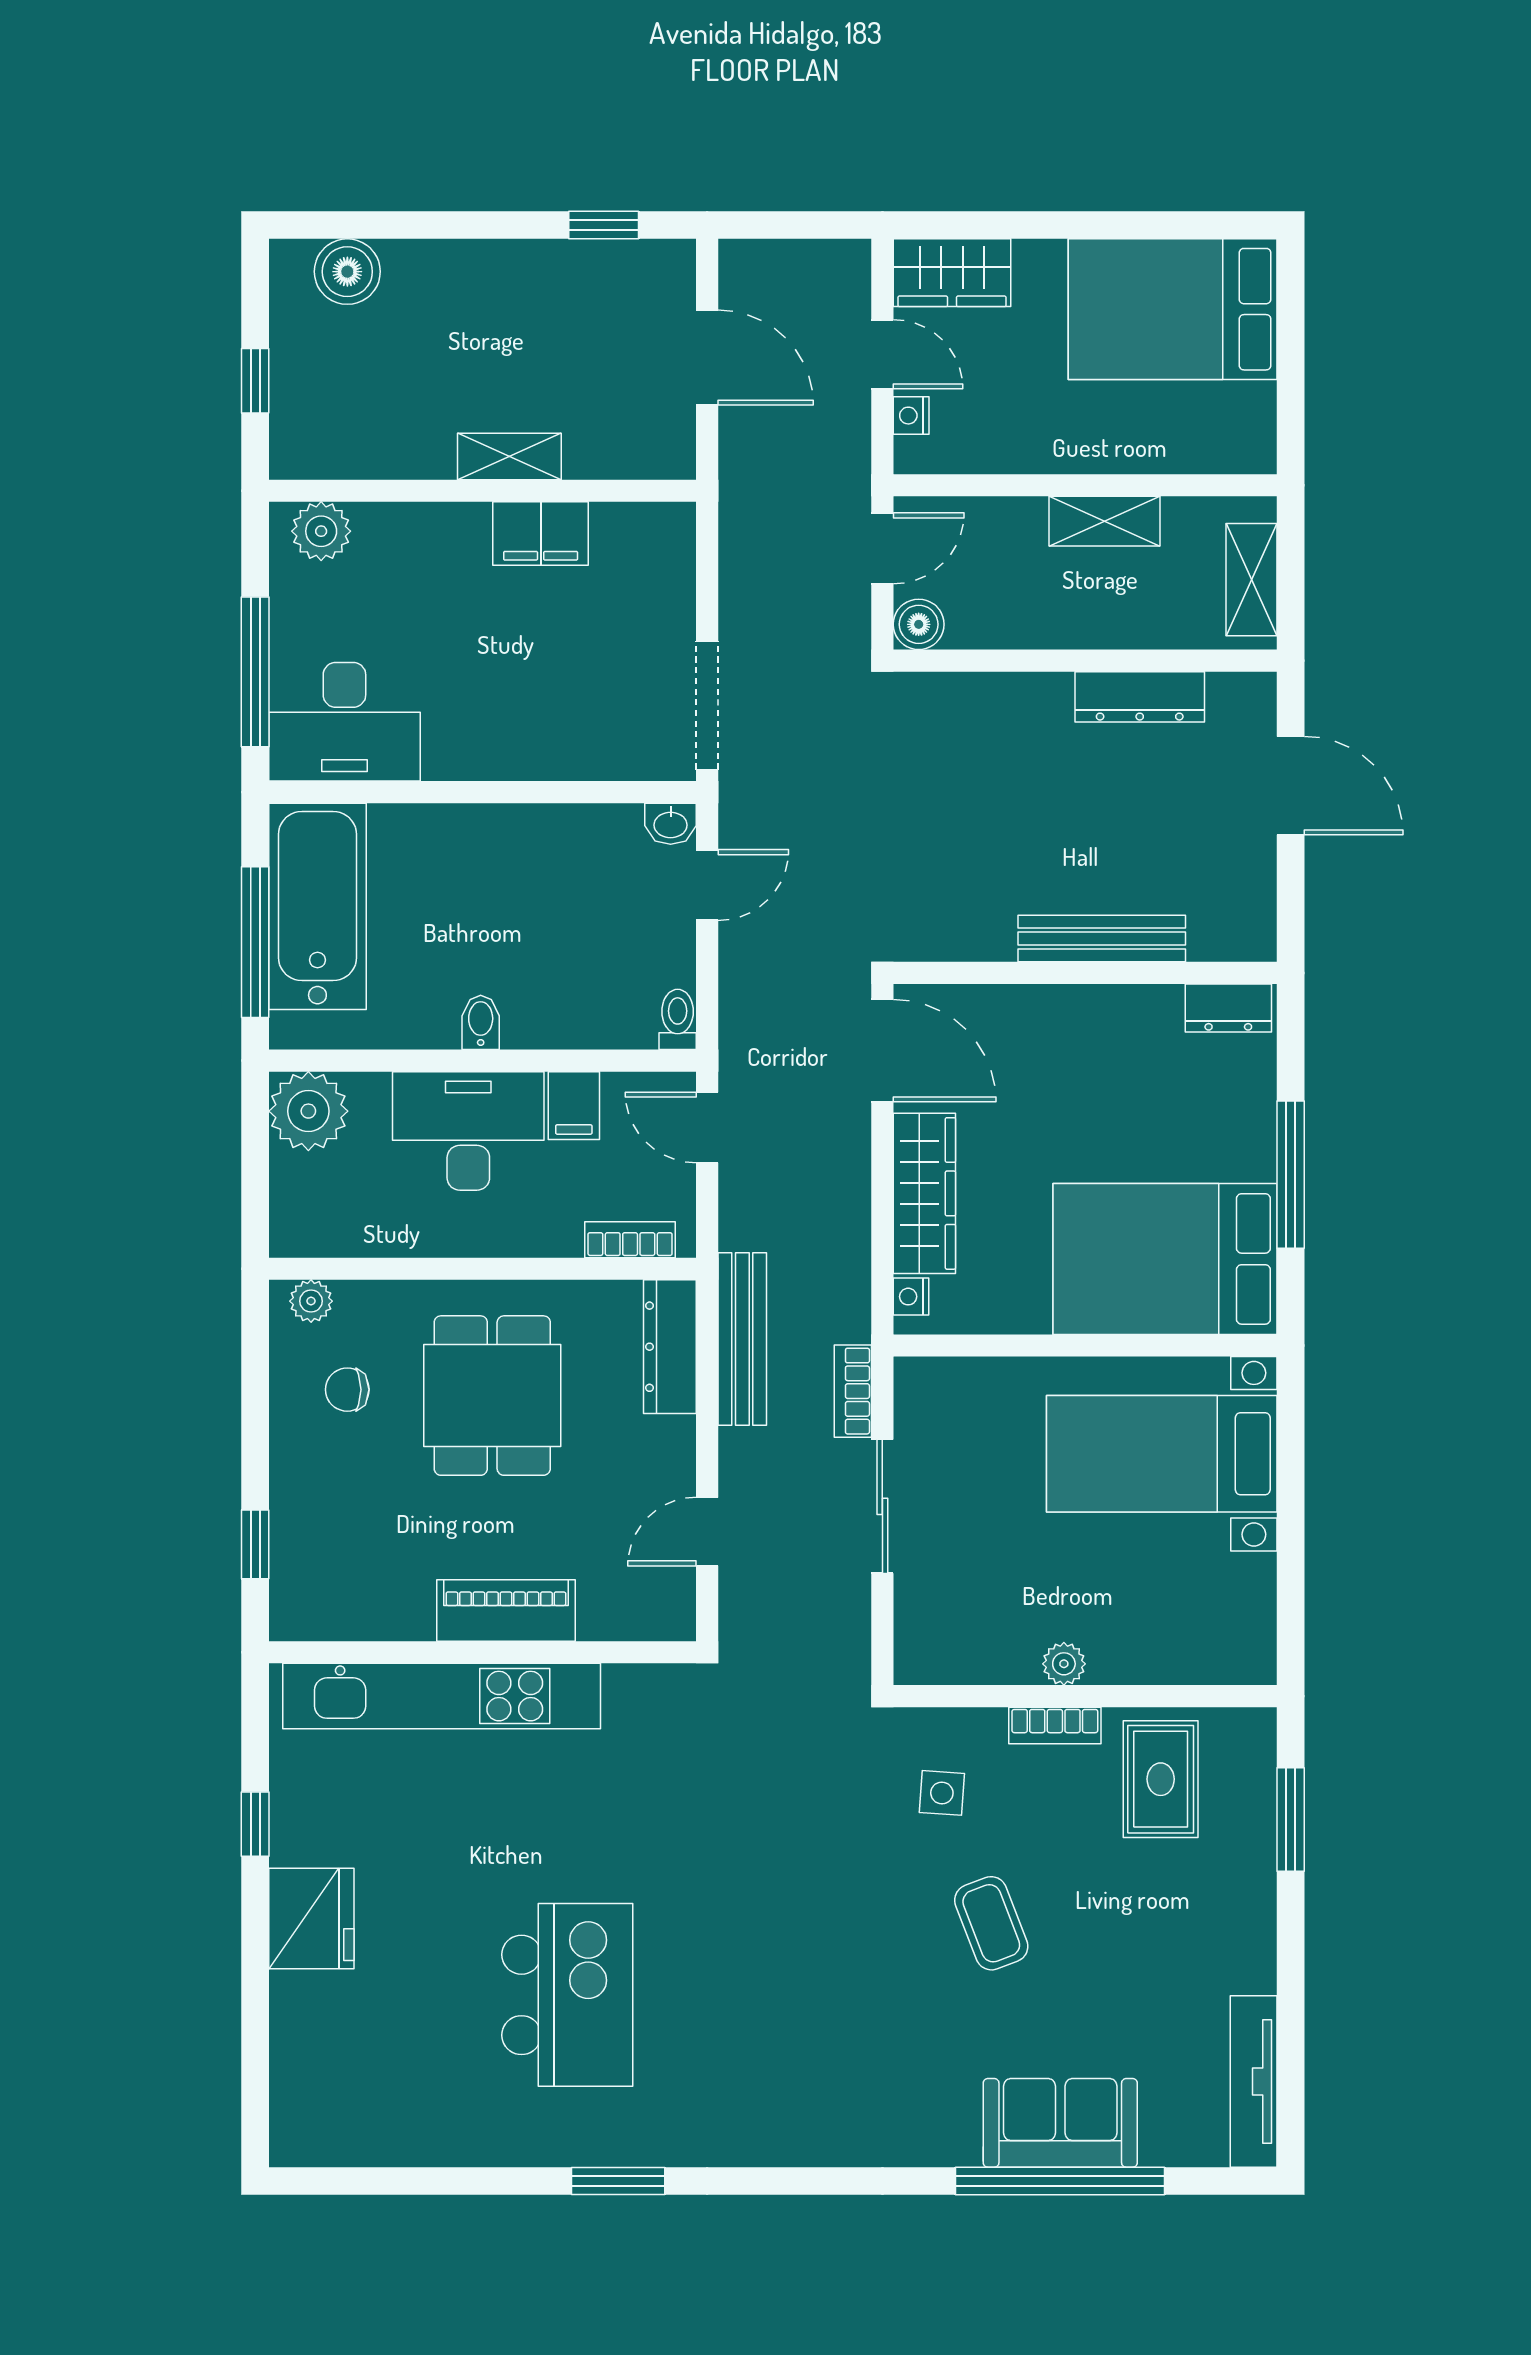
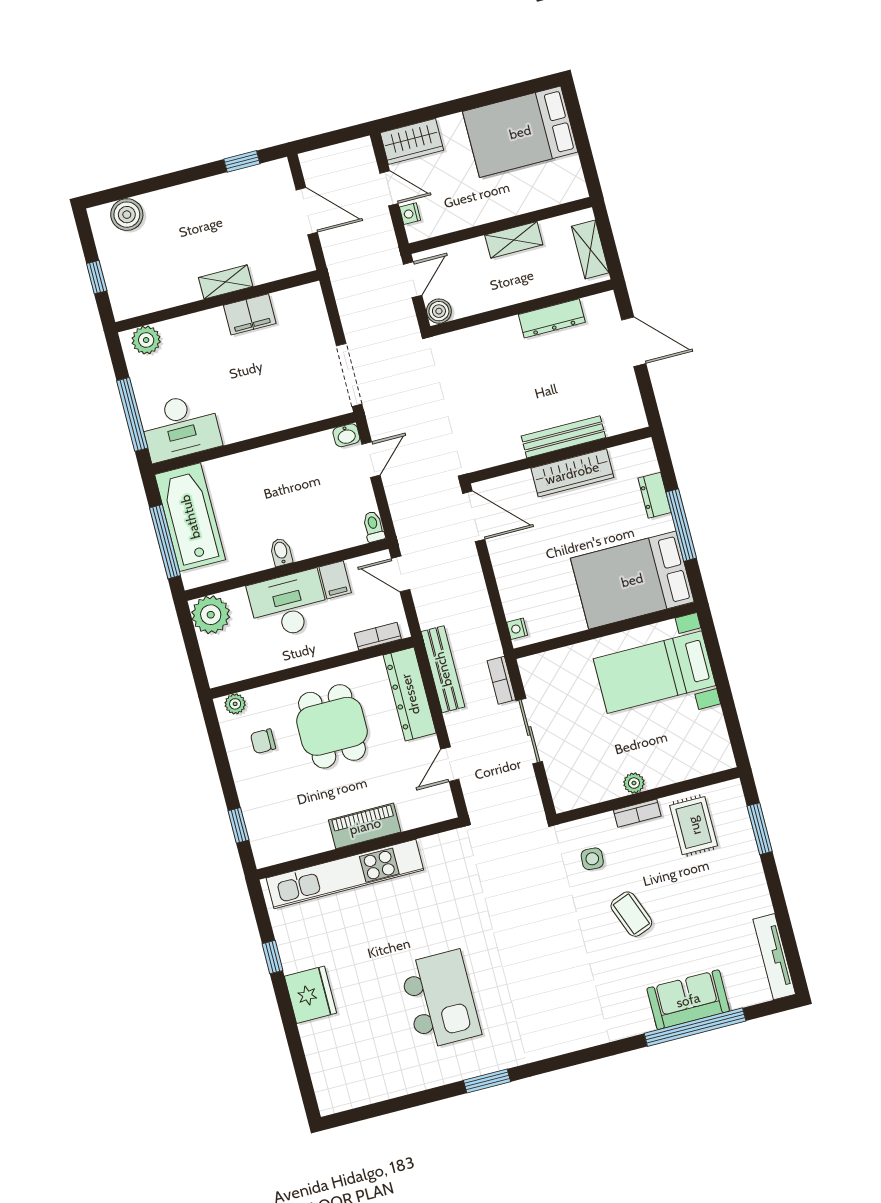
dresser: (1228, 1008) -> (654, 495), moved, turned 90
wardrobe: (924, 1193) -> (572, 473), moved, turned 90
dresser: (670, 1347) -> (410, 694), width x1.37, depth x1.24

